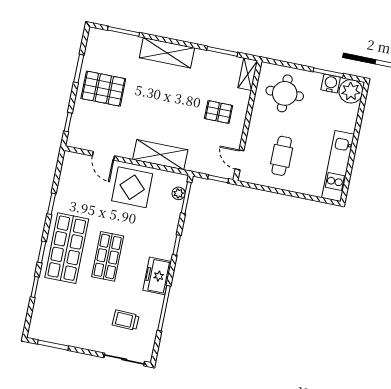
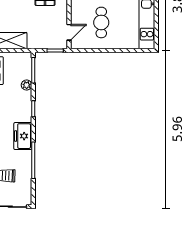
door: (240, 160) -> (69, 32), swing flipped
plant: (179, 193) -> (27, 85), moved

